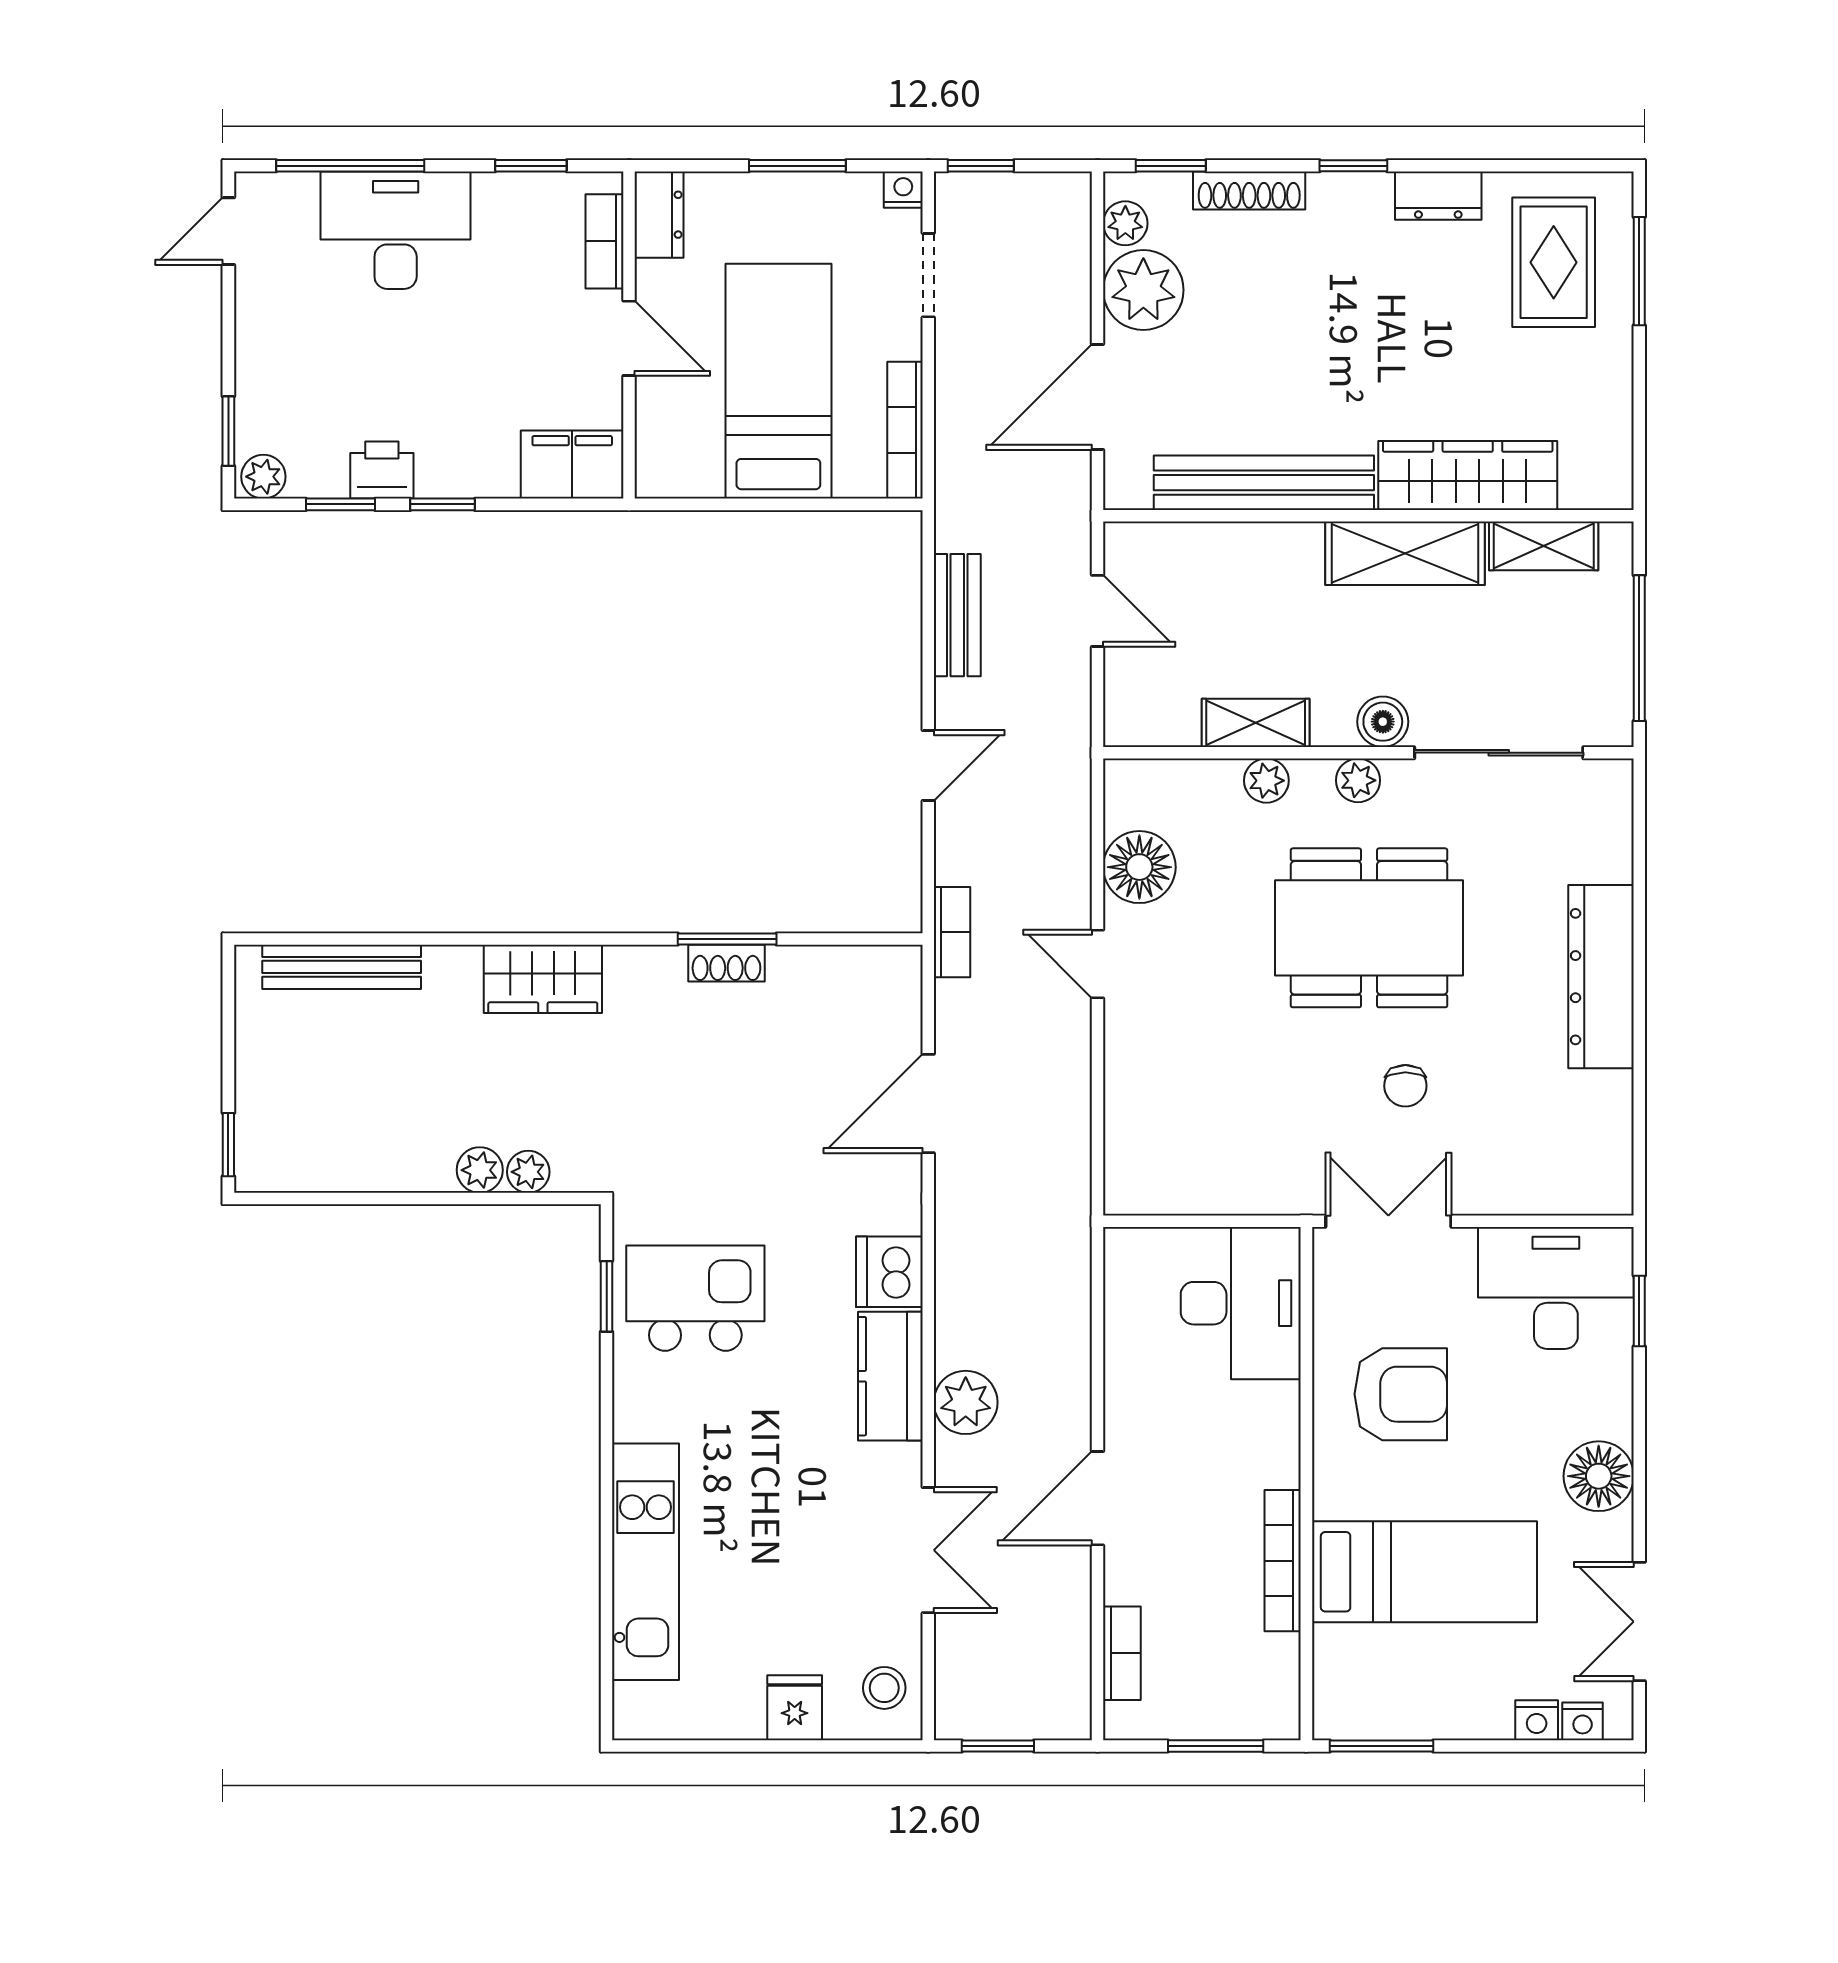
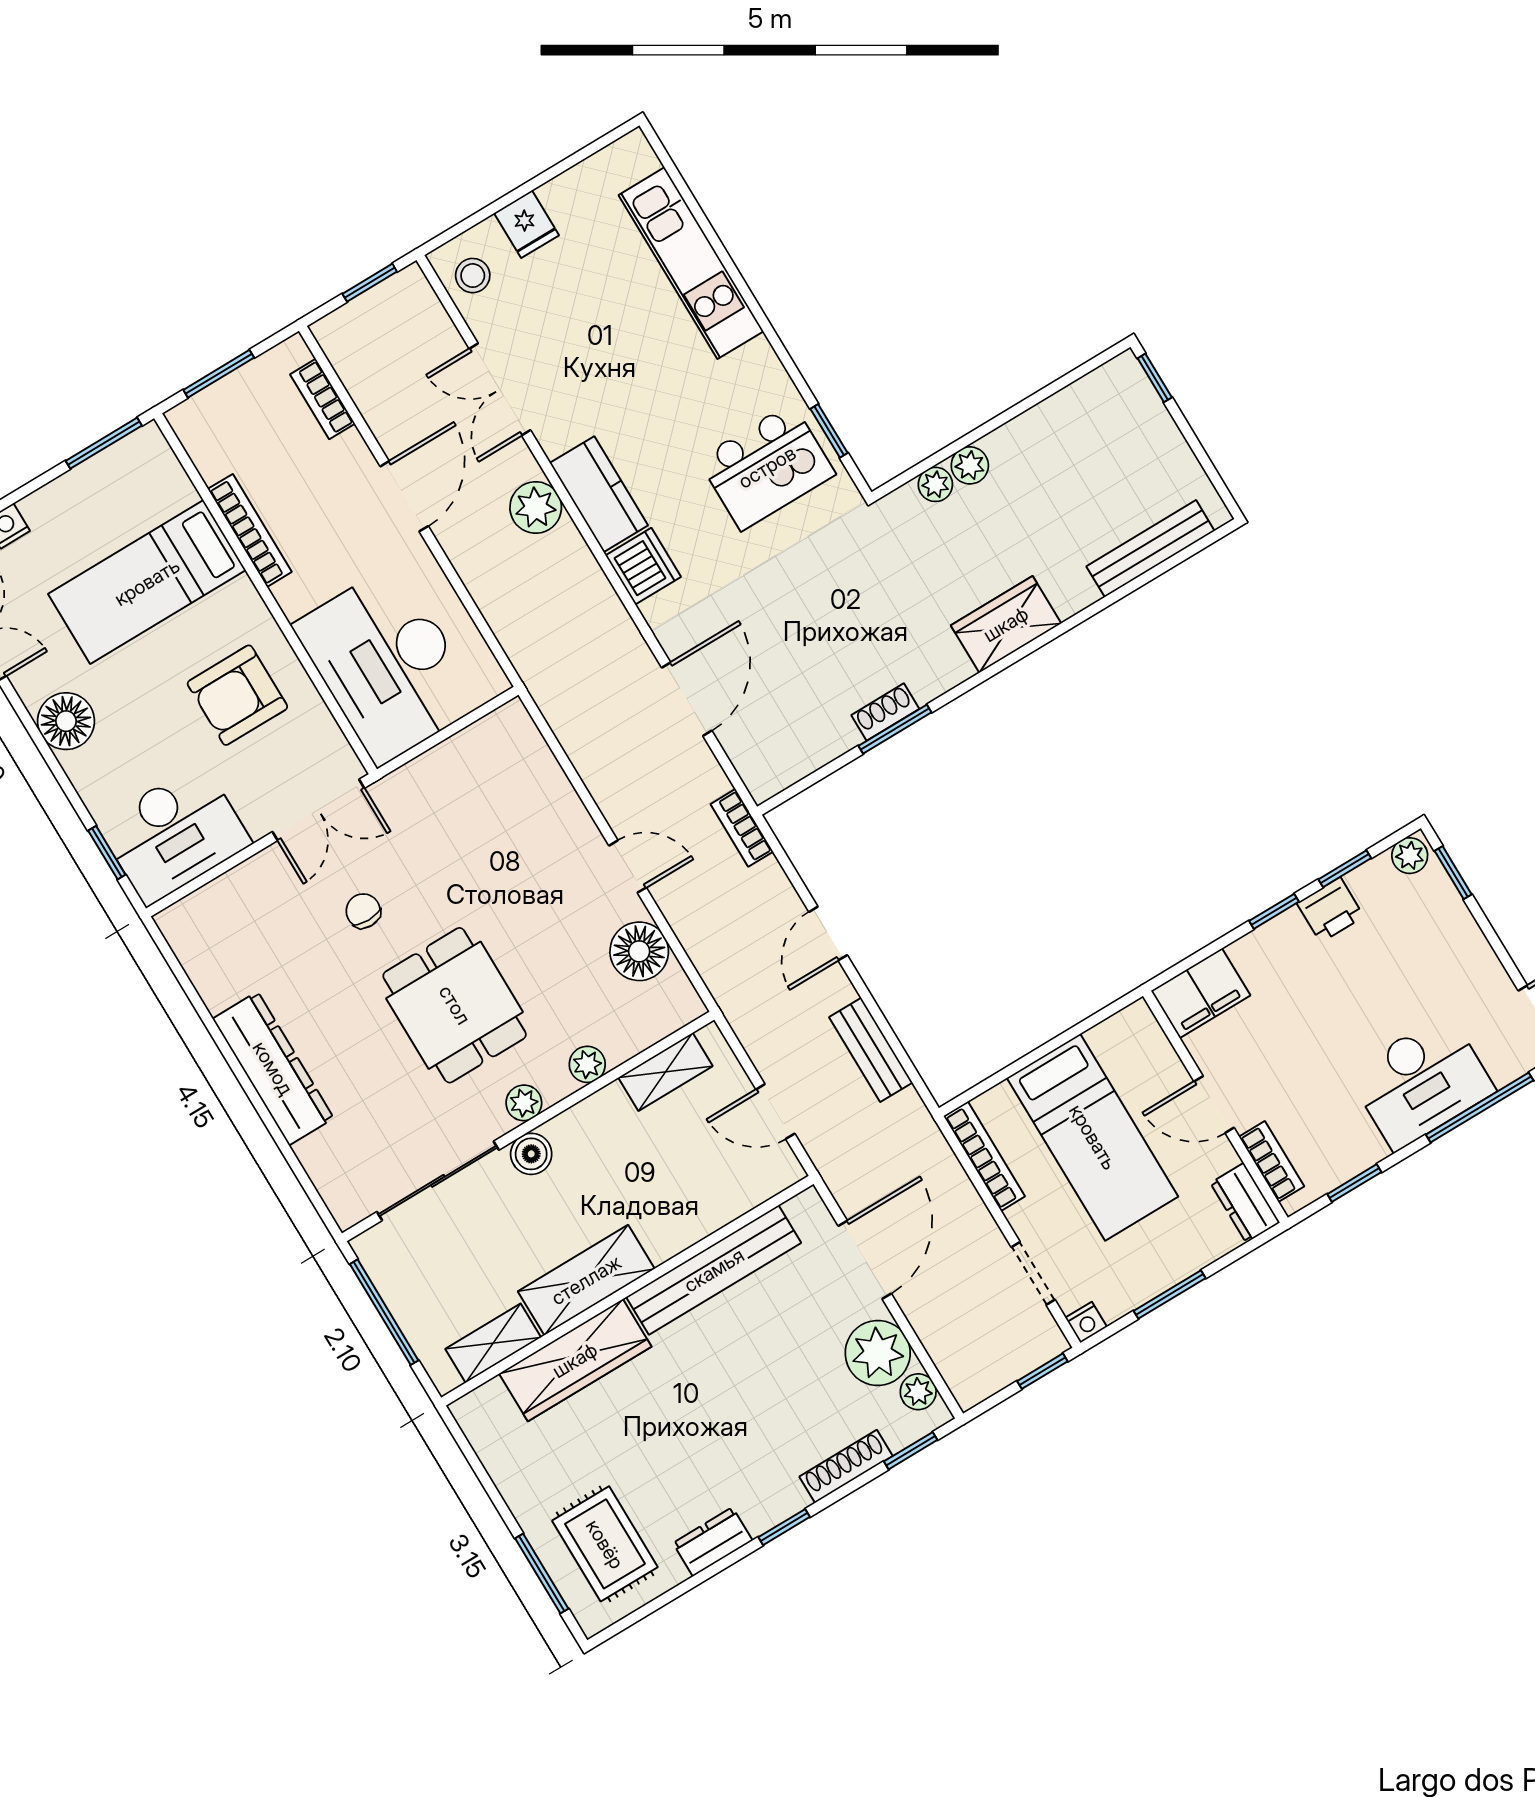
shelving: (1256, 723) -> (665, 1072), moved
dining table: (1369, 928) -> (455, 1005), width x0.73
desk: (1241, 1303) -> (387, 665), width x1.36, depth x1.30

